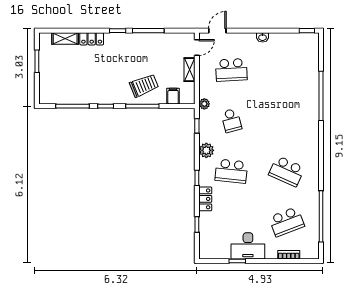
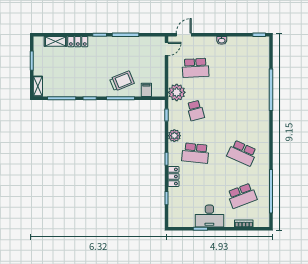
shelving: (190, 70) -> (38, 86), moved
plant: (204, 104) -> (177, 92), width x1.87, depth x1.87

